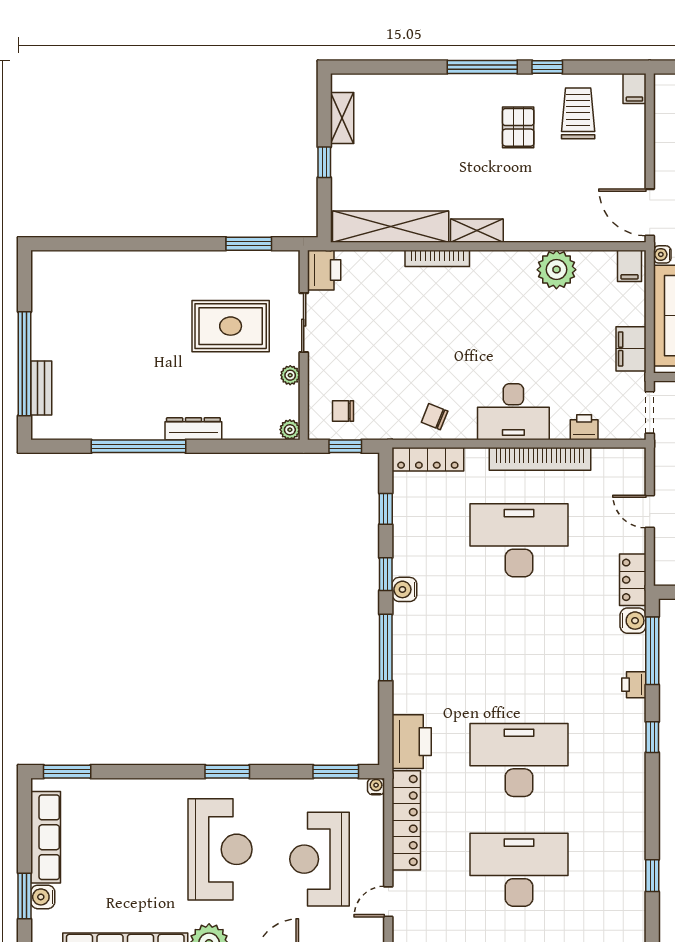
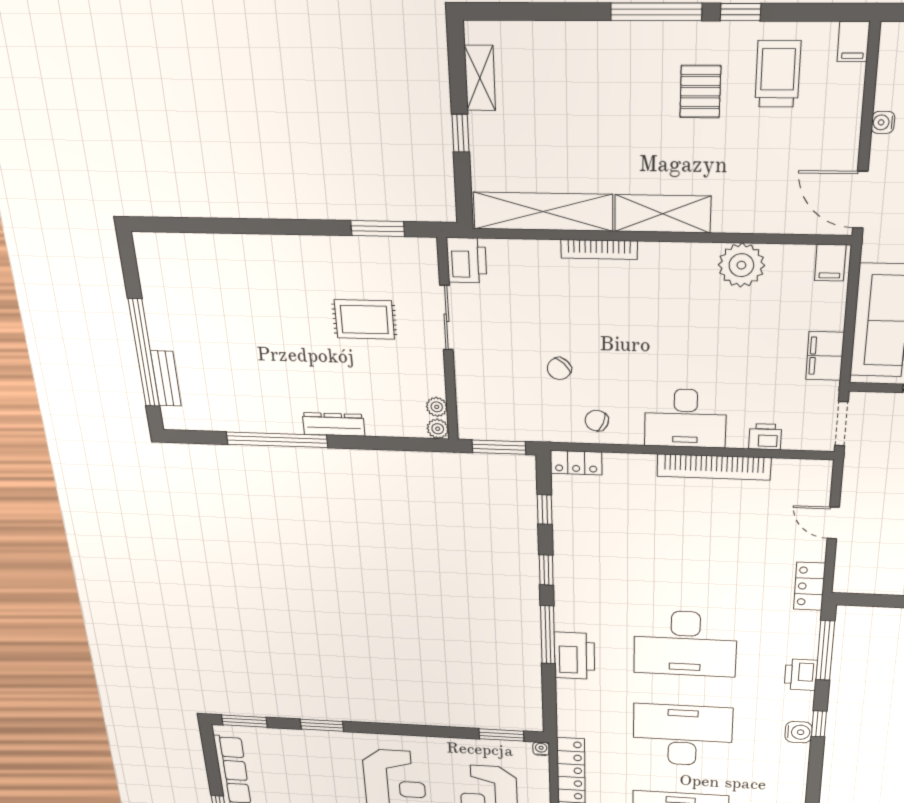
shelving: (477, 231) -> (663, 214), width x1.50, depth x1.33
water cooler: (662, 254) -> (883, 122), moved
rug: (231, 326) -> (364, 320), width x0.73, depth x0.70
plant: (290, 375) -> (437, 407), moved
chair: (343, 411) -> (559, 369), moved, turned -46
window: (345, 446) -> (499, 447), width x1.50
locker: (428, 459) -> (576, 463), width x0.66
desk: (519, 540) -> (685, 644), moved, turned 180
water cooler: (404, 589) -> (566, 585), removed
water cooler: (633, 621) -> (798, 732), moved
printer: (634, 685) -> (801, 675), width x1.36, depth x1.24
printer: (412, 742) -> (575, 656), moved
window: (227, 772) -> (322, 725), moved

